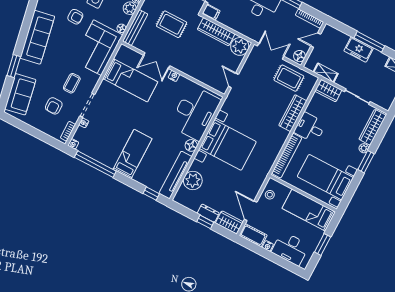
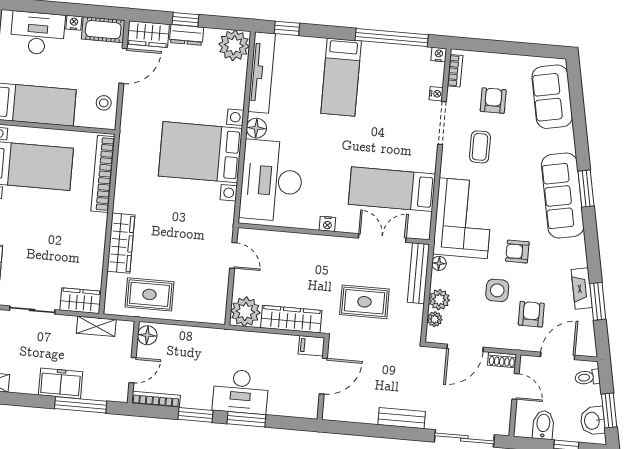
window: (369, 42) -> (81, 405), moved
double door: (271, 51) -> (195, 324), removed
double door: (157, 61) -> (382, 238), moved
window: (14, 66) -> (586, 189), moved
desk: (310, 128) -> (85, 232), removed
plant: (193, 180) -> (234, 45), moved
door: (251, 211) -> (123, 66), hinge flipped

